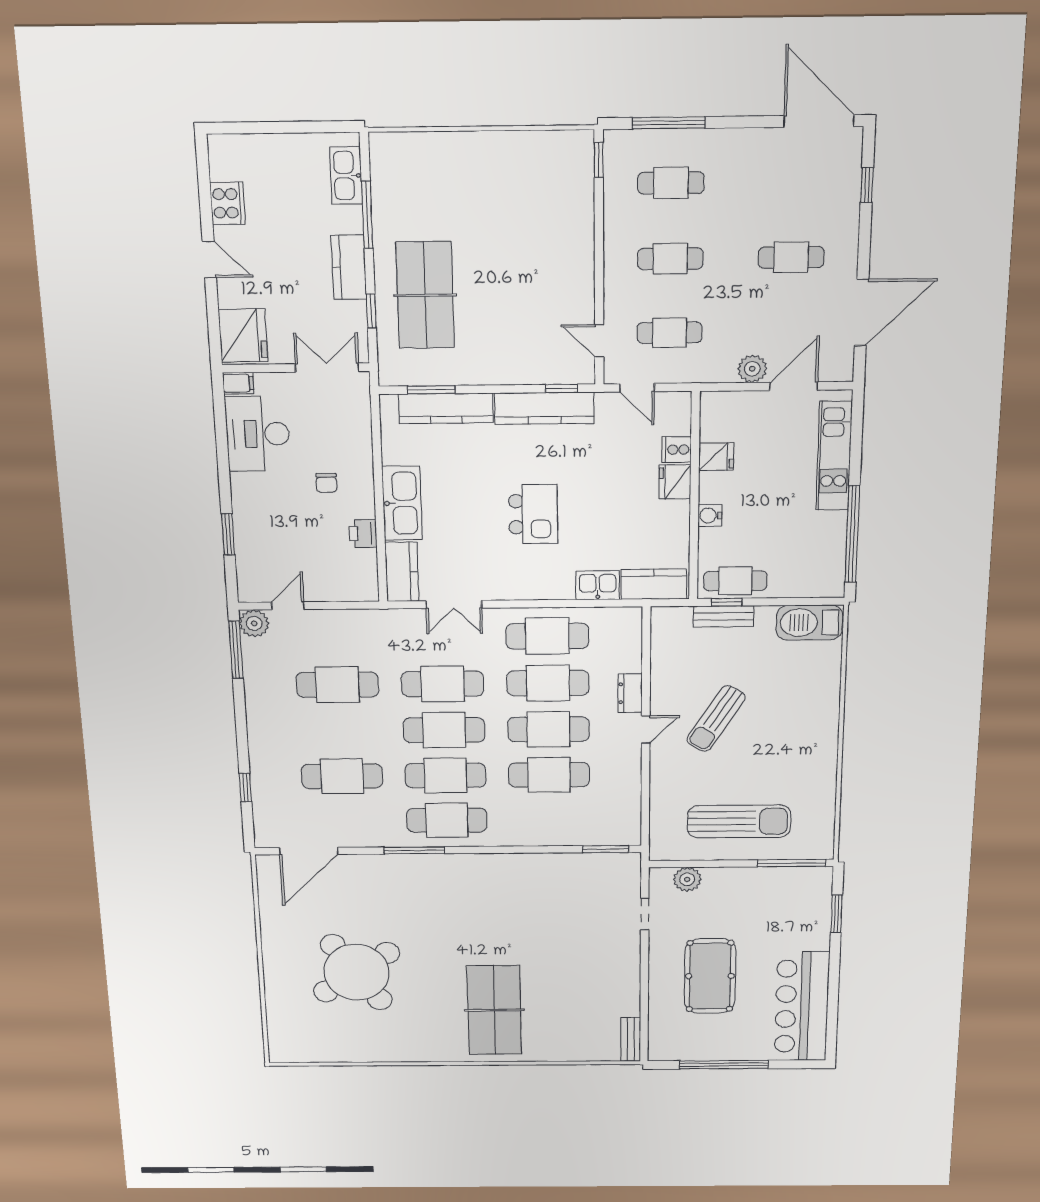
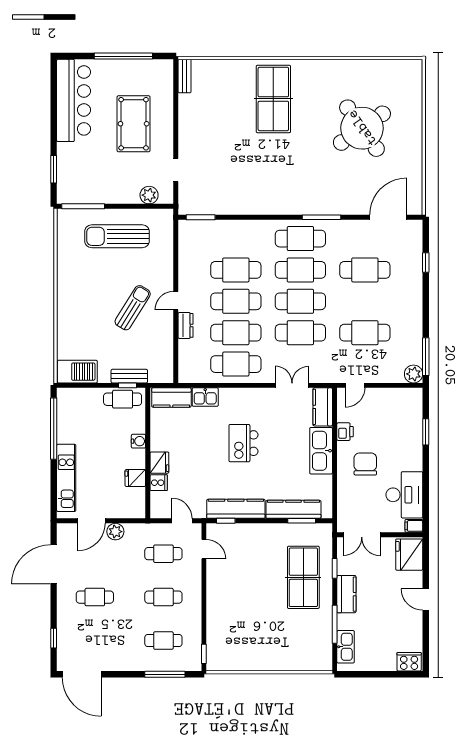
cooker: (227, 203) -> (409, 662), moved, turned 90
chair: (326, 483) -> (365, 464), width x1.87, depth x1.87
door: (288, 606) -> (355, 385), moved

